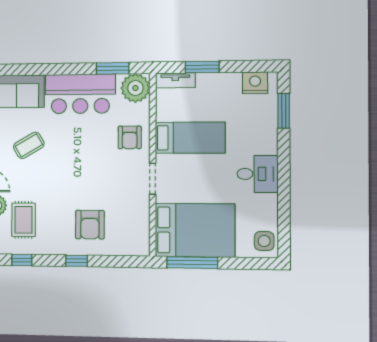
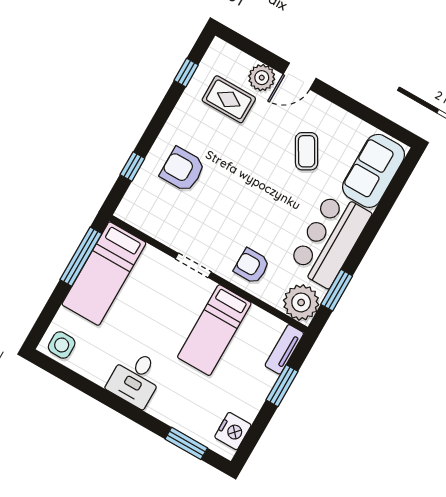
bed: (195, 230) -> (104, 274), width x0.67
window: (77, 261) -> (132, 167), moved

